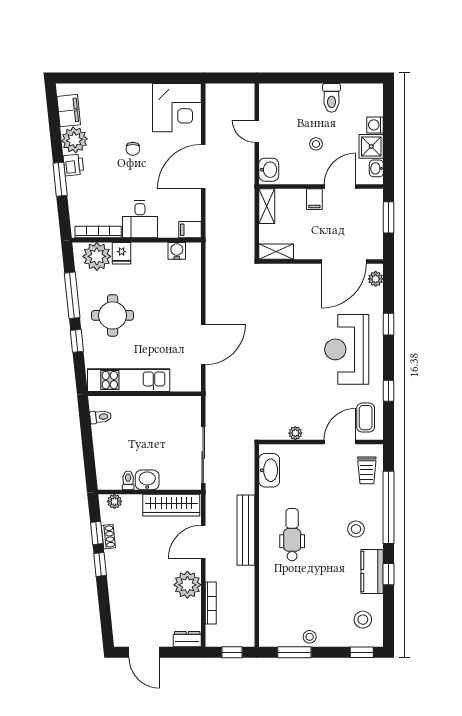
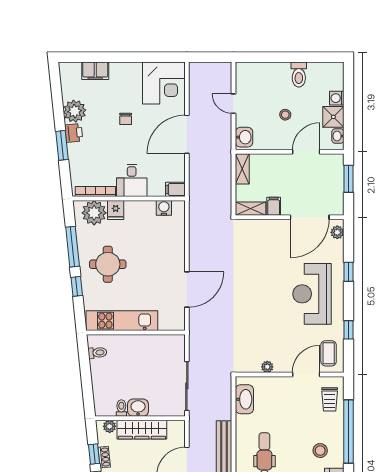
filing cabinet: (69, 111) -> (95, 71), moved, turned 96
filing cabinet: (314, 199) -> (274, 206), moved, turned 180
wardrobe: (171, 505) -> (142, 430), moved

